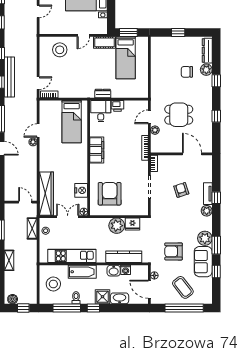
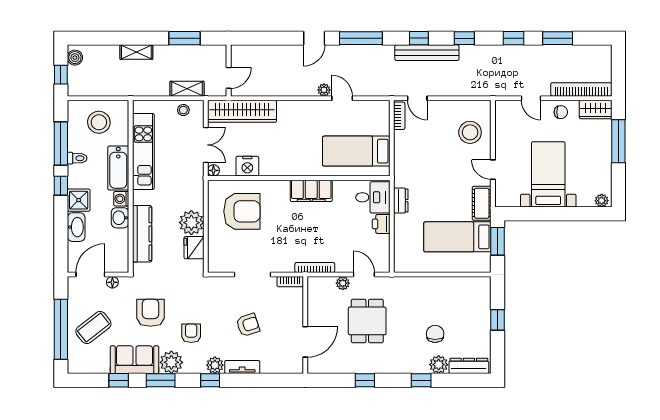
window: (216, 198) -> (210, 380), moved
armchair: (186, 226) -> (191, 333), added
washing machine: (126, 270) -> (121, 199), moved

